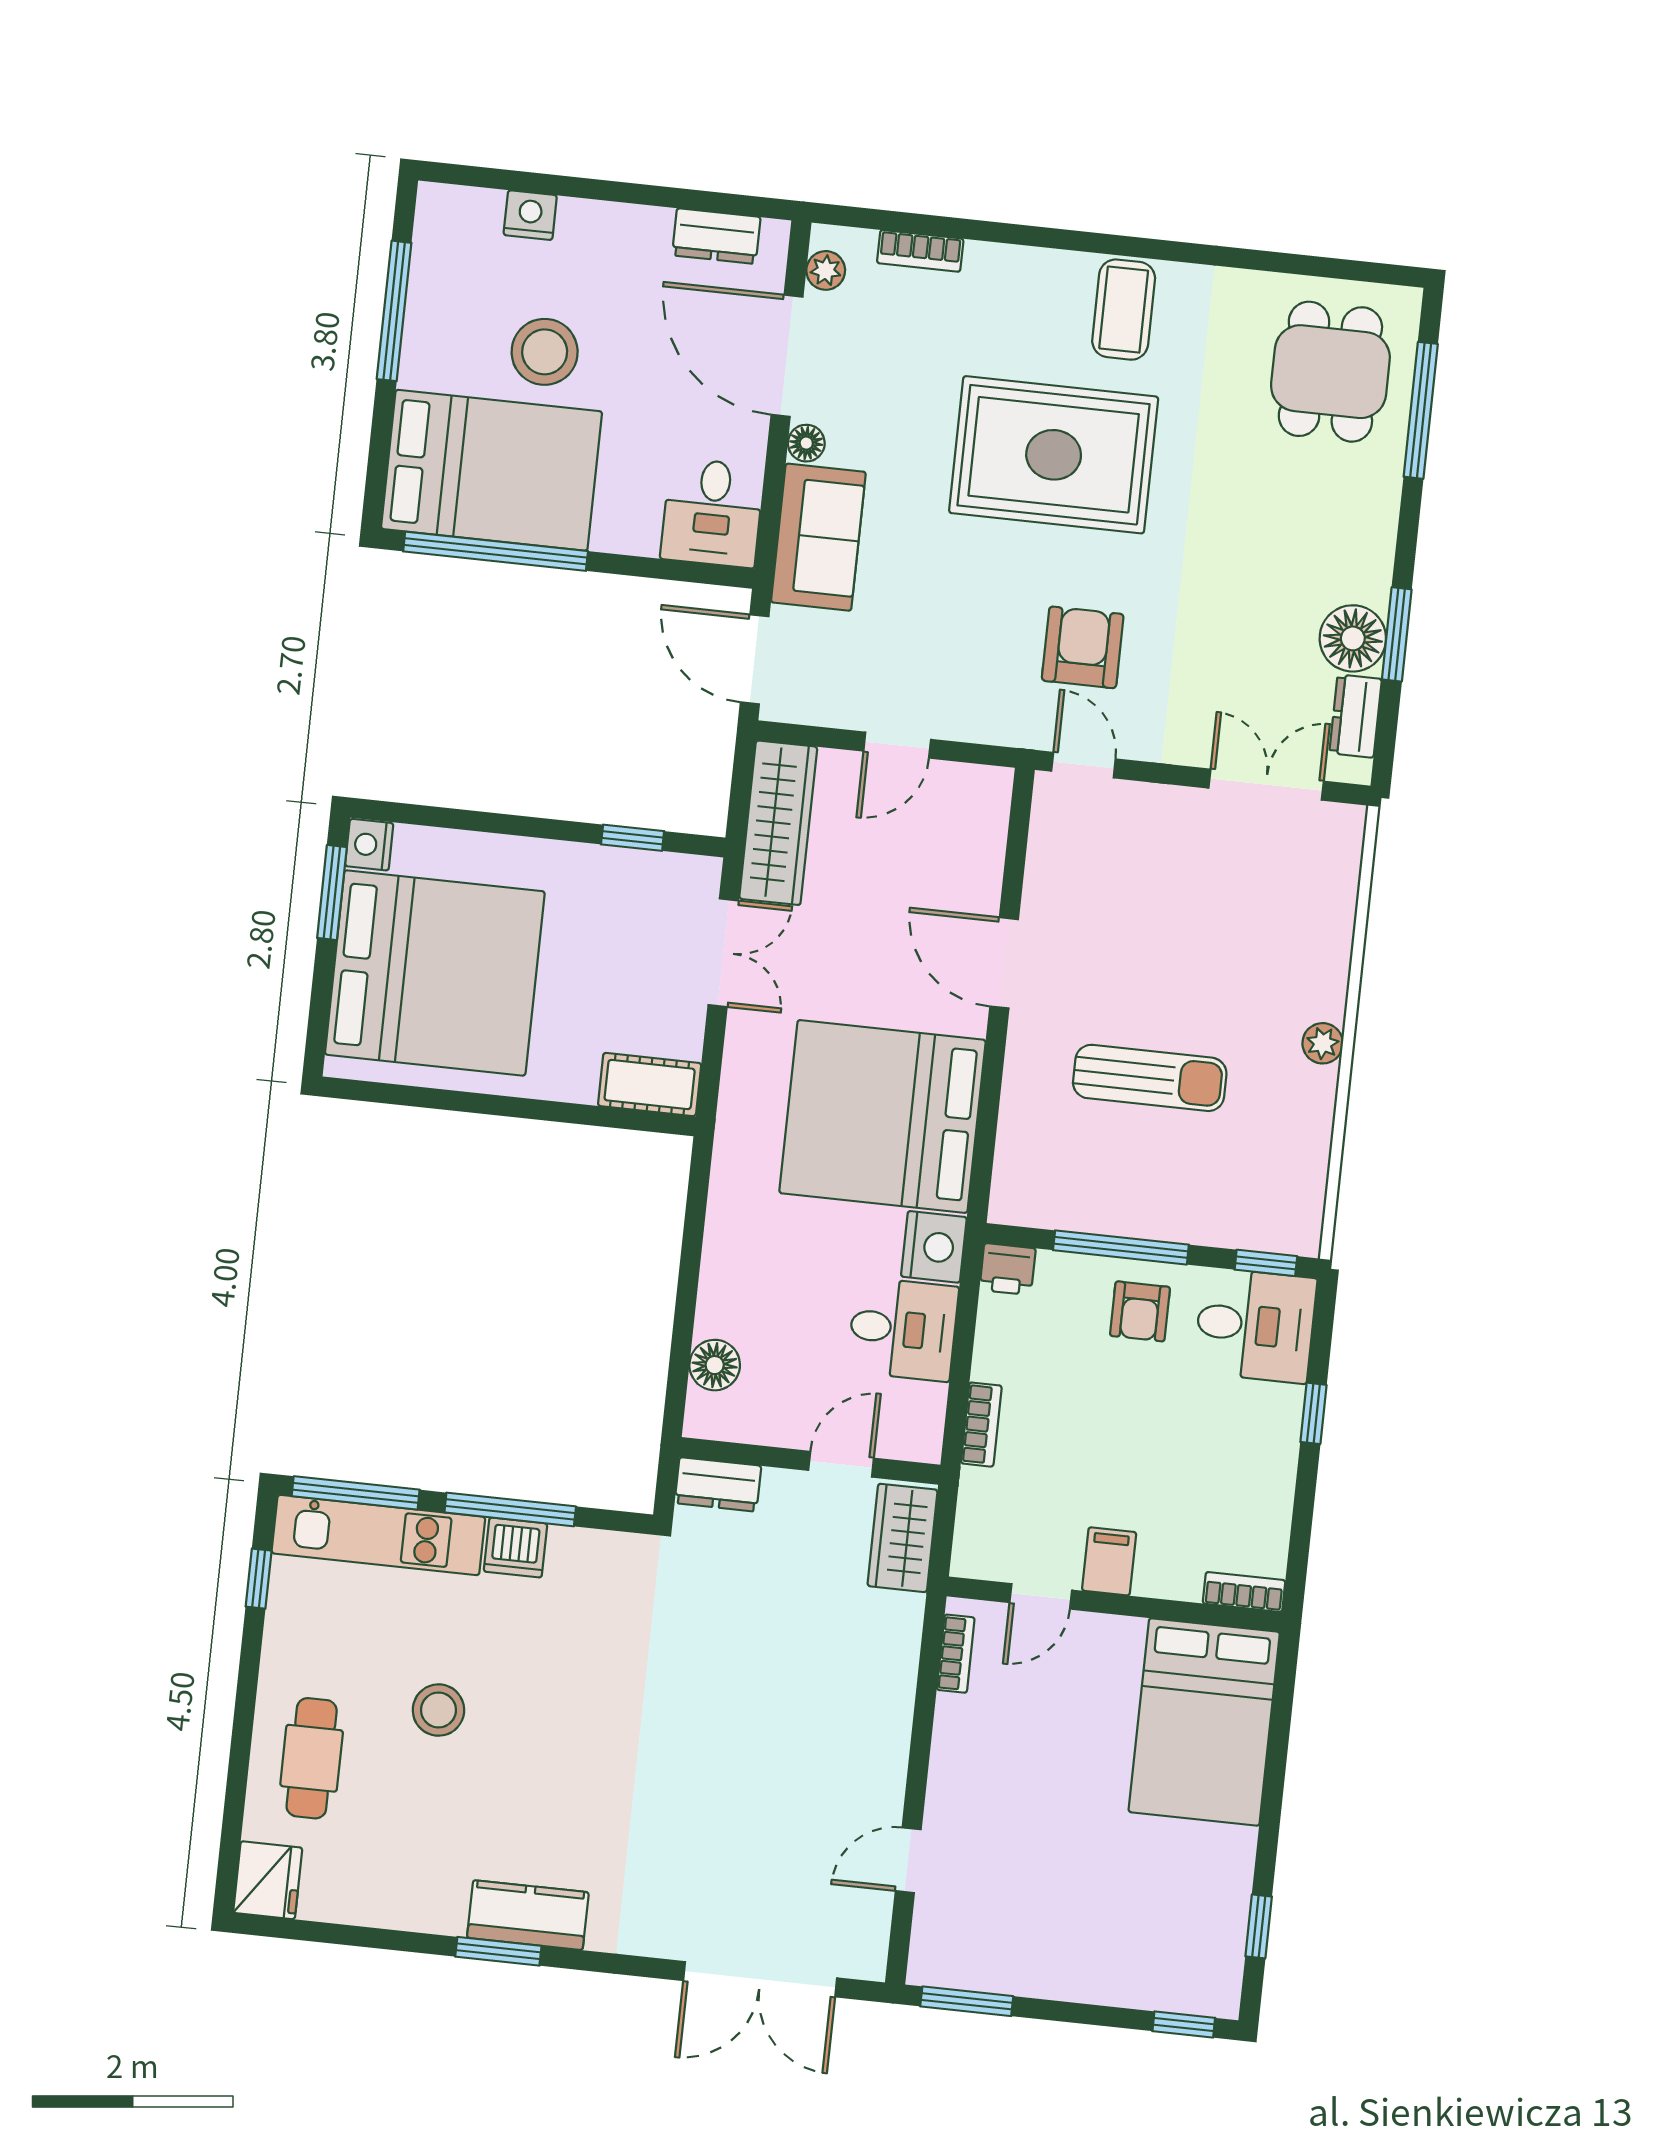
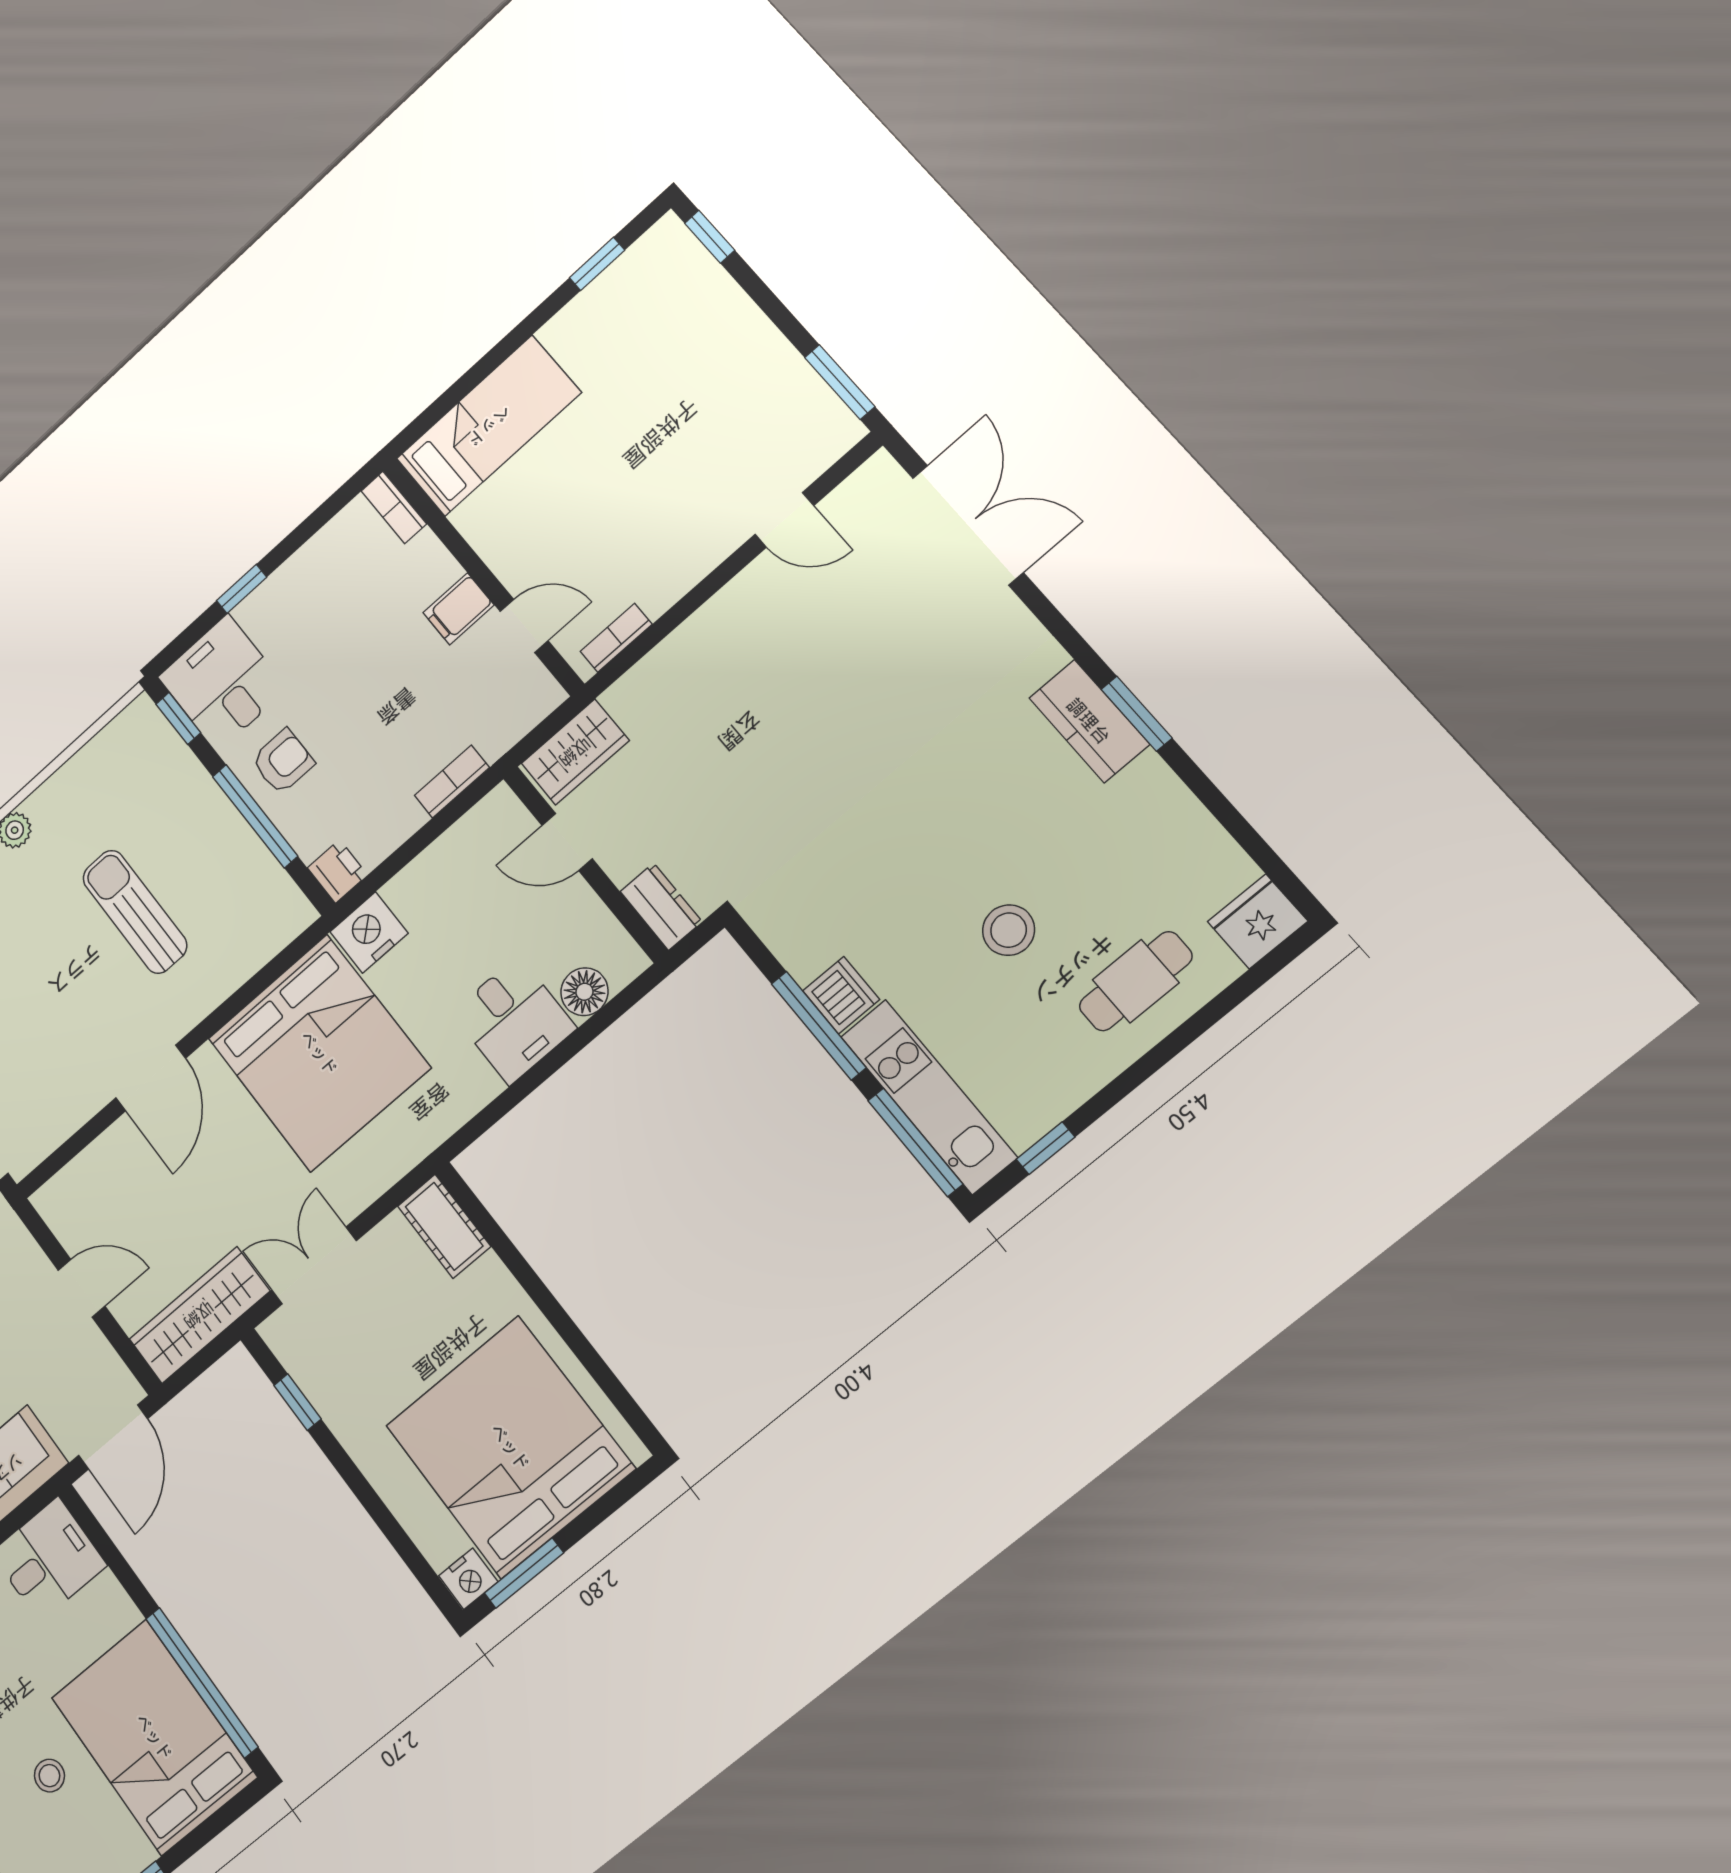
stool: (545, 352) -> (49, 1776), width x0.53, depth x0.53
desk: (903, 1329) -> (514, 1020), moved, turned 180
bed: (1204, 1722) -> (489, 426), width x0.67

